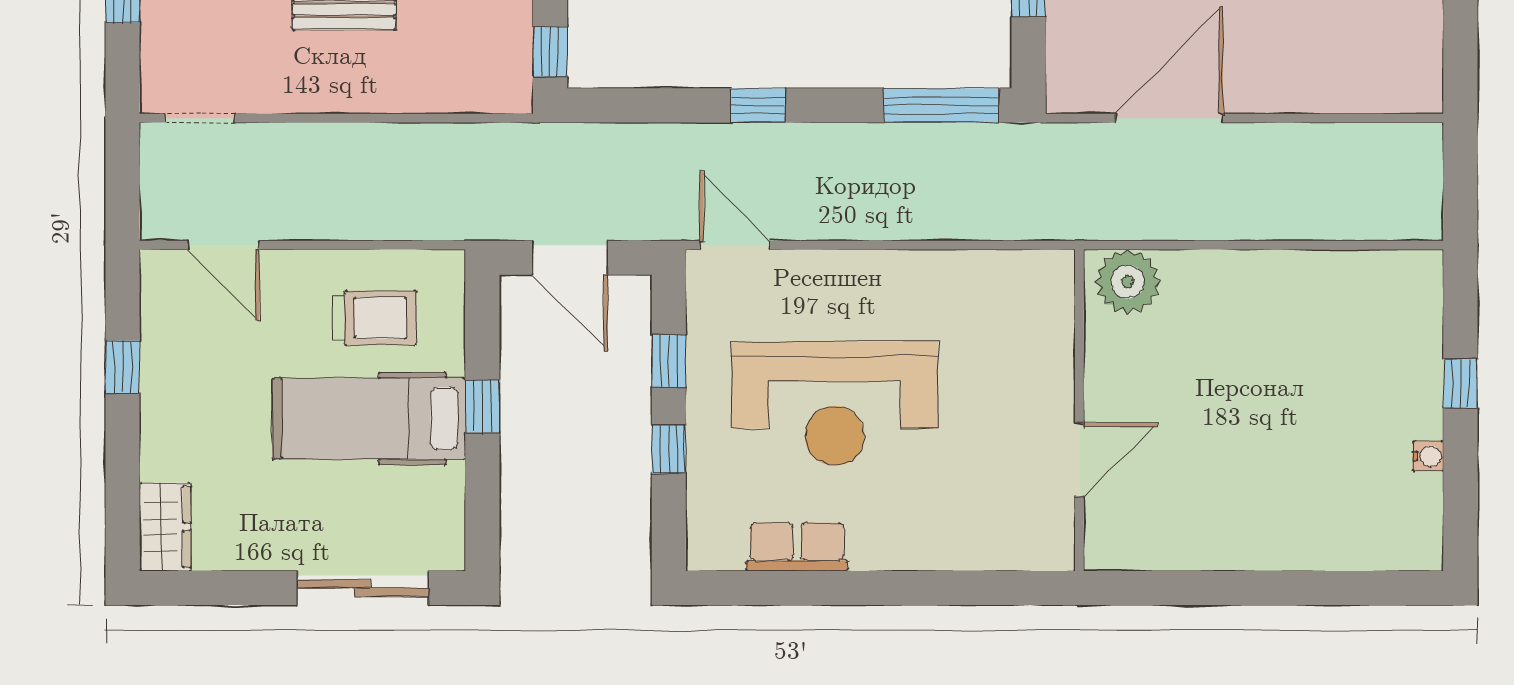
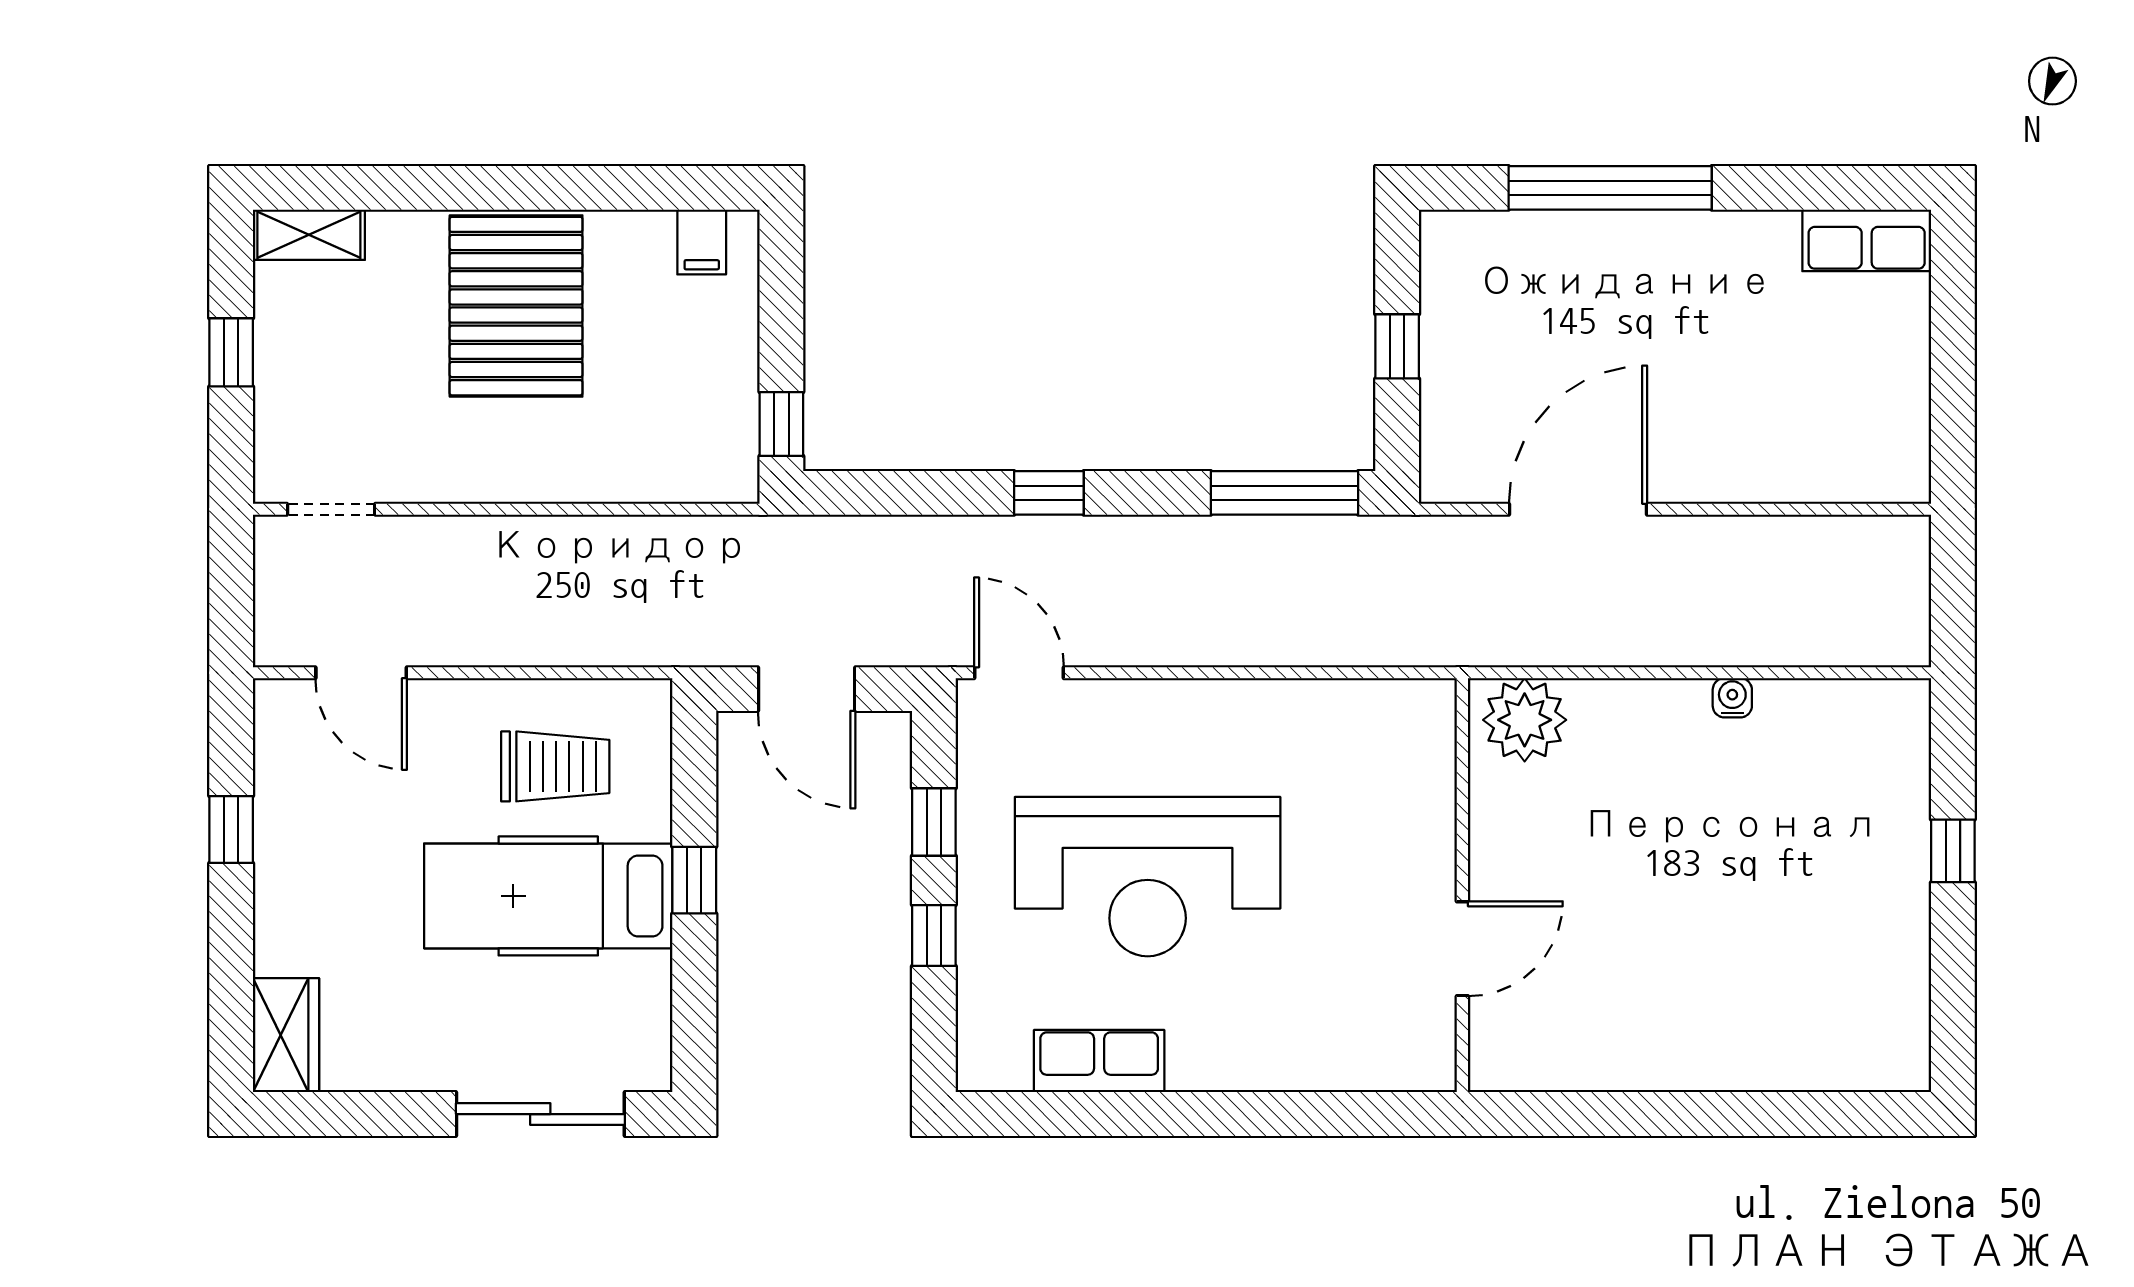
water cooler: (1428, 456) -> (1732, 698), moved, turned -90

